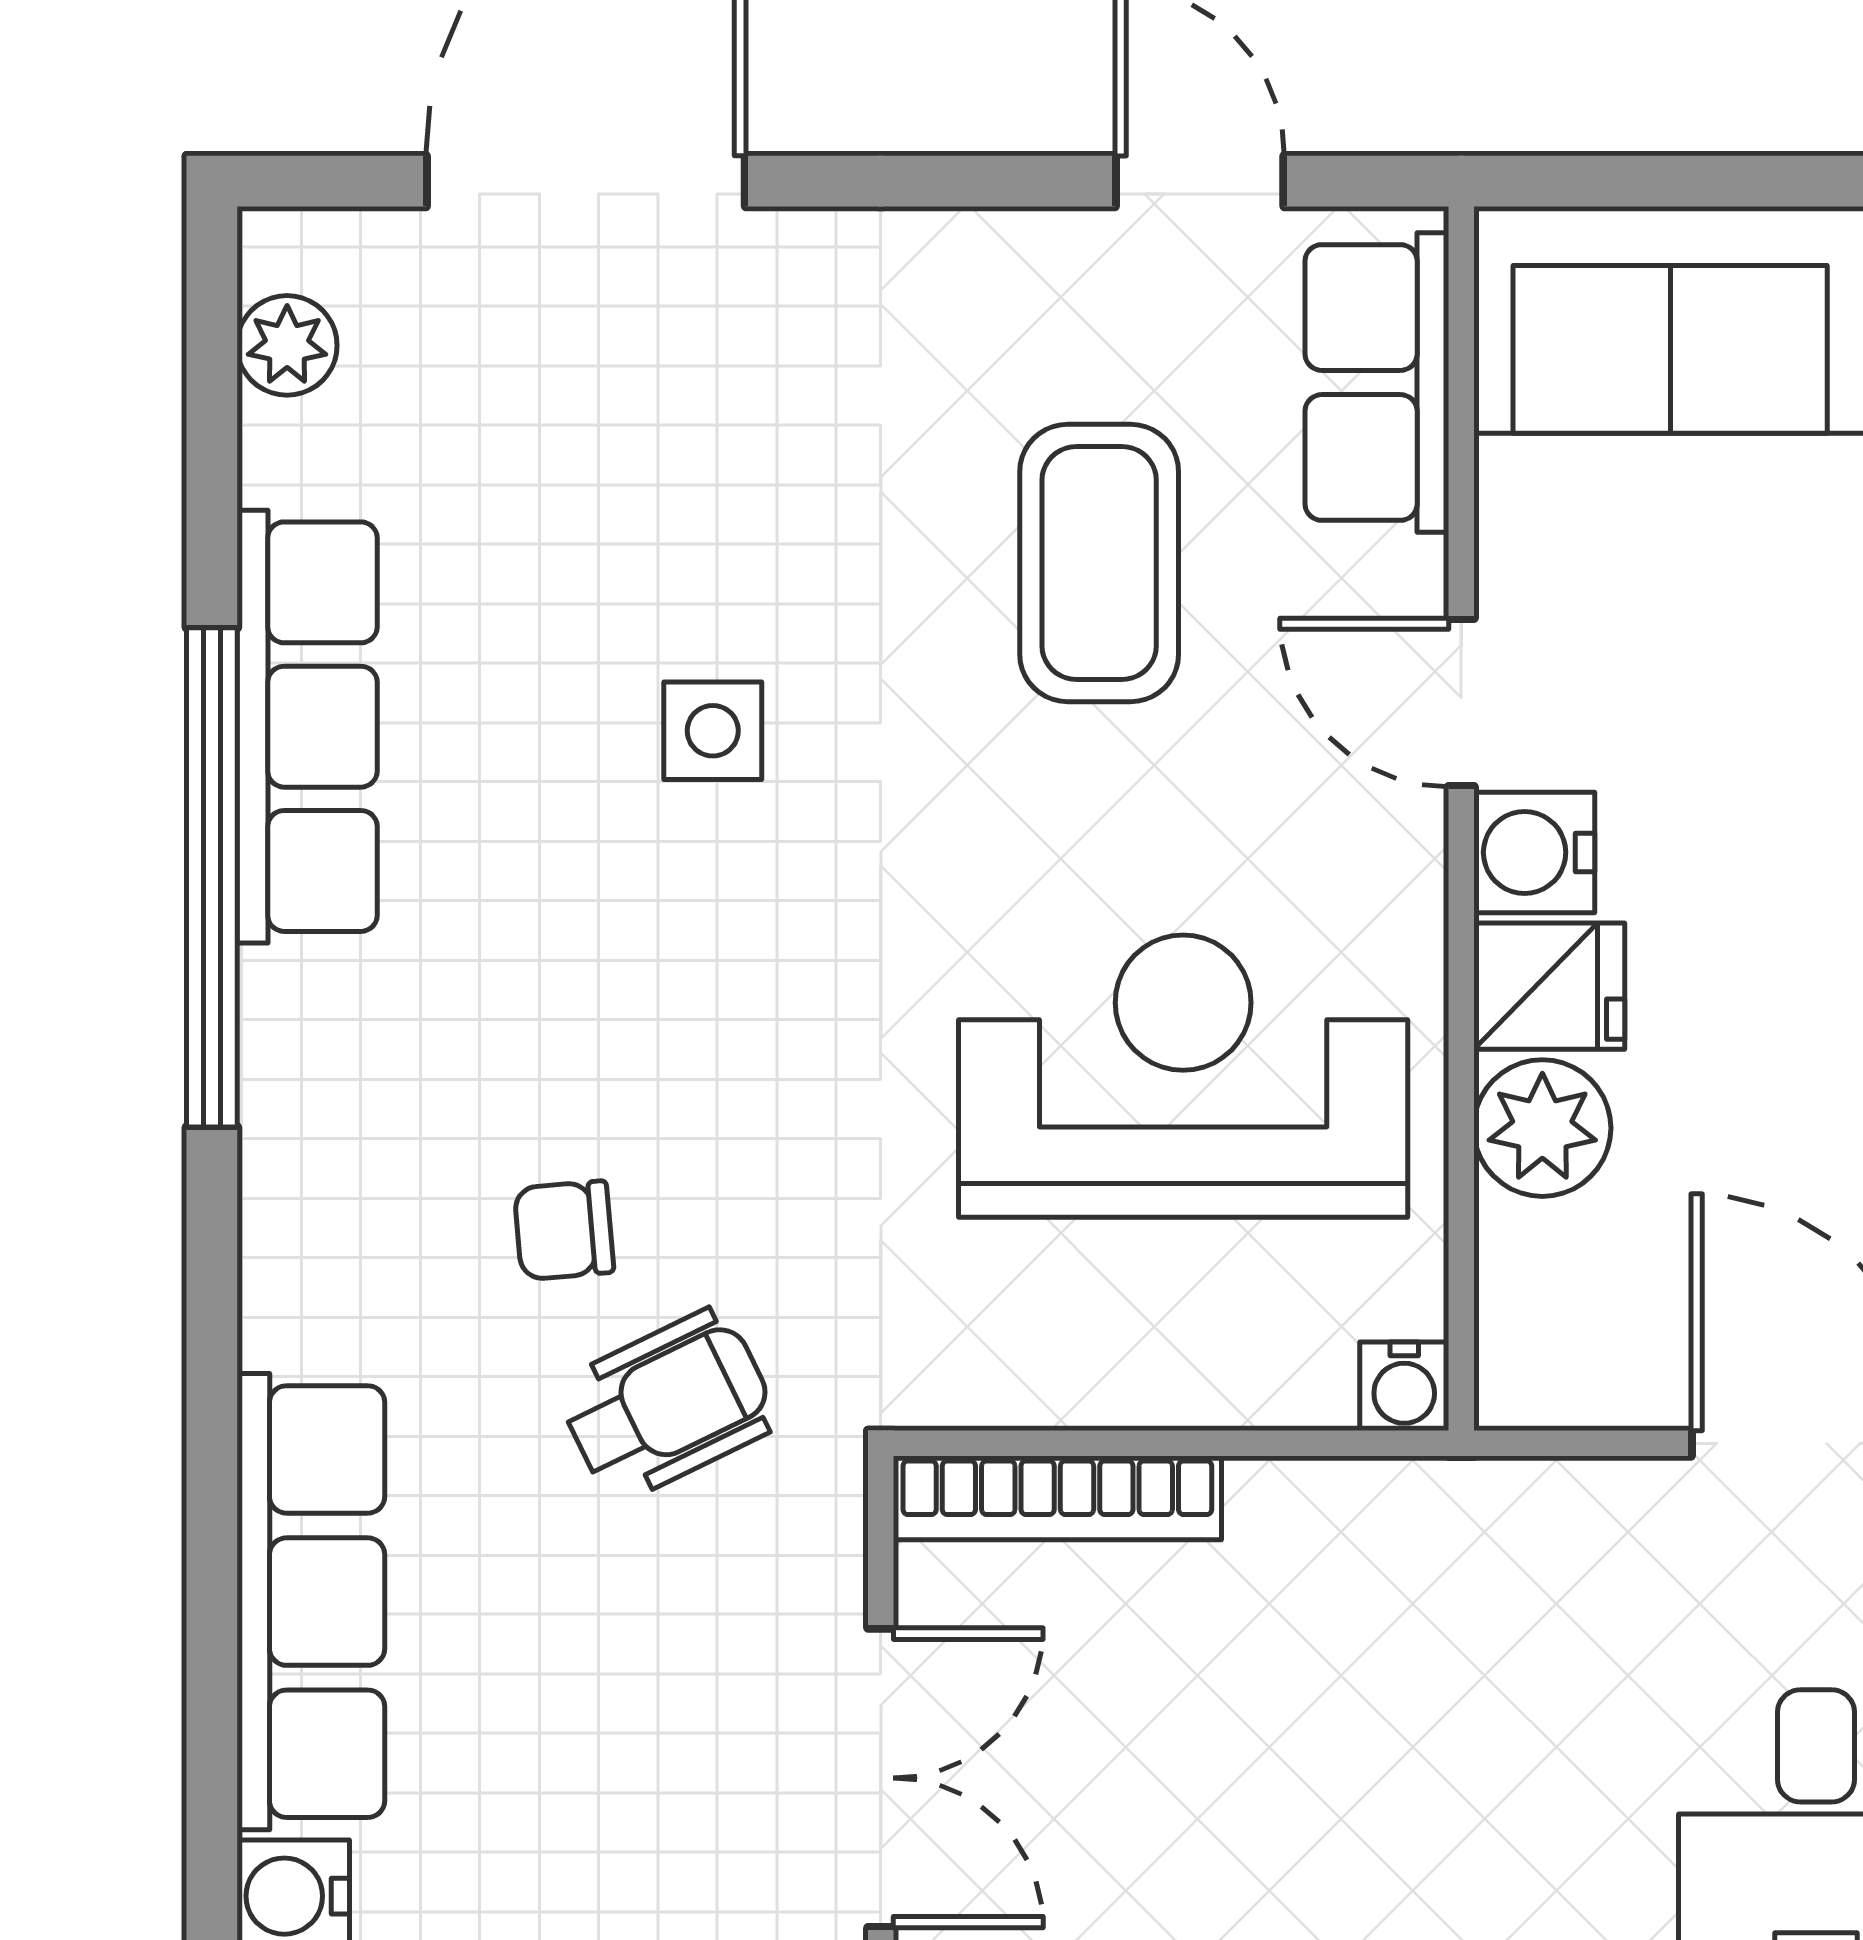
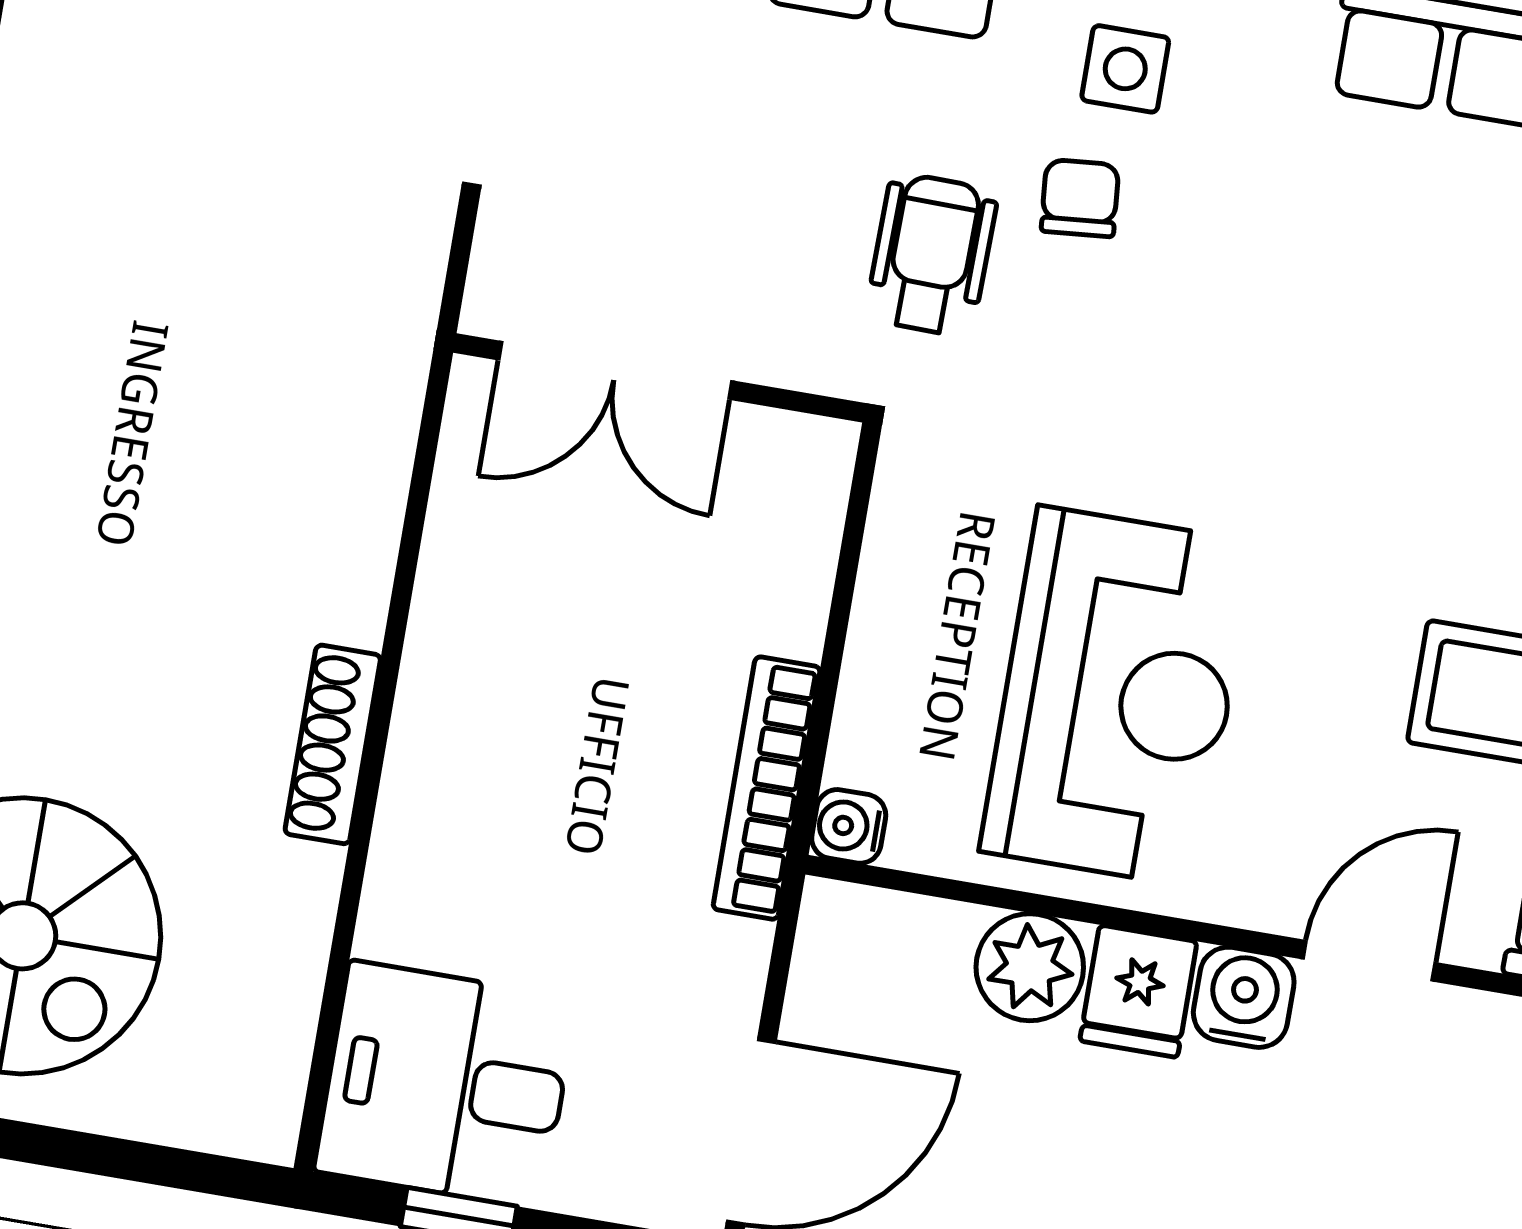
side table: (713, 731) -> (1125, 69), moved
wheelchair: (667, 1405) -> (932, 255), turned -153
bookcase: (1057, 1498) -> (767, 788), moved

